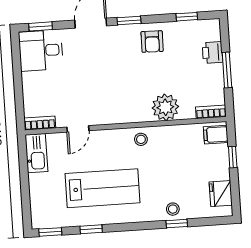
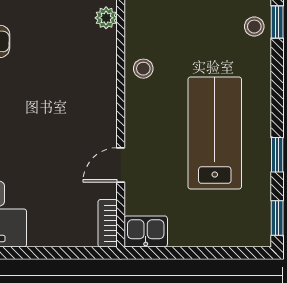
plant: (165, 107) -> (106, 18), width x0.53, depth x0.53
door: (78, 129) -> (121, 165), swing flipped
kitchen sink: (36, 153) -> (146, 231), width x0.73

